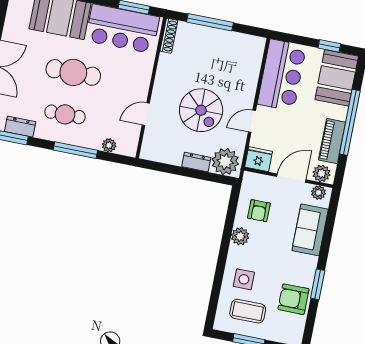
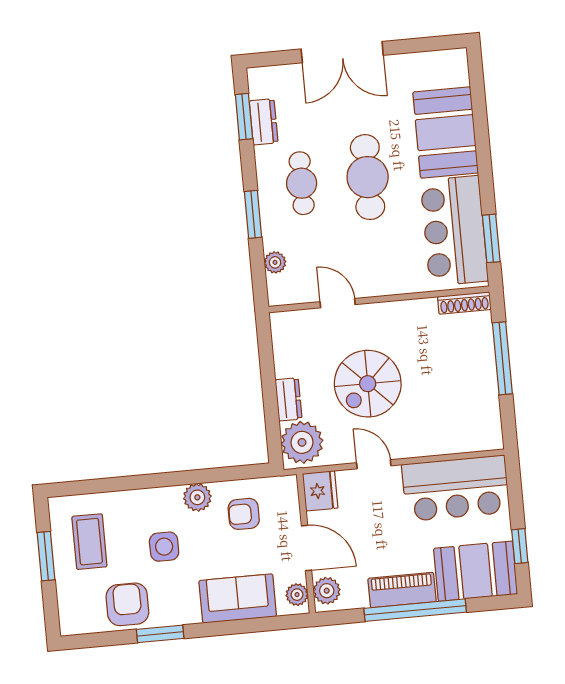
piano: (332, 141) -> (402, 590), moved
window: (75, 150) -> (253, 214), width x0.69
side table: (244, 279) -> (164, 547), moved

